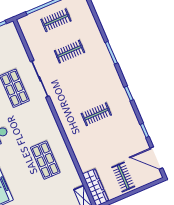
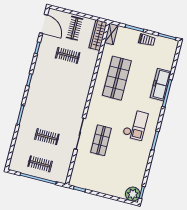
clothes rail: (96, 114) -> (68, 55), moved
shop shelf: (45, 160) -> (117, 78), width x1.43, depth x1.36

